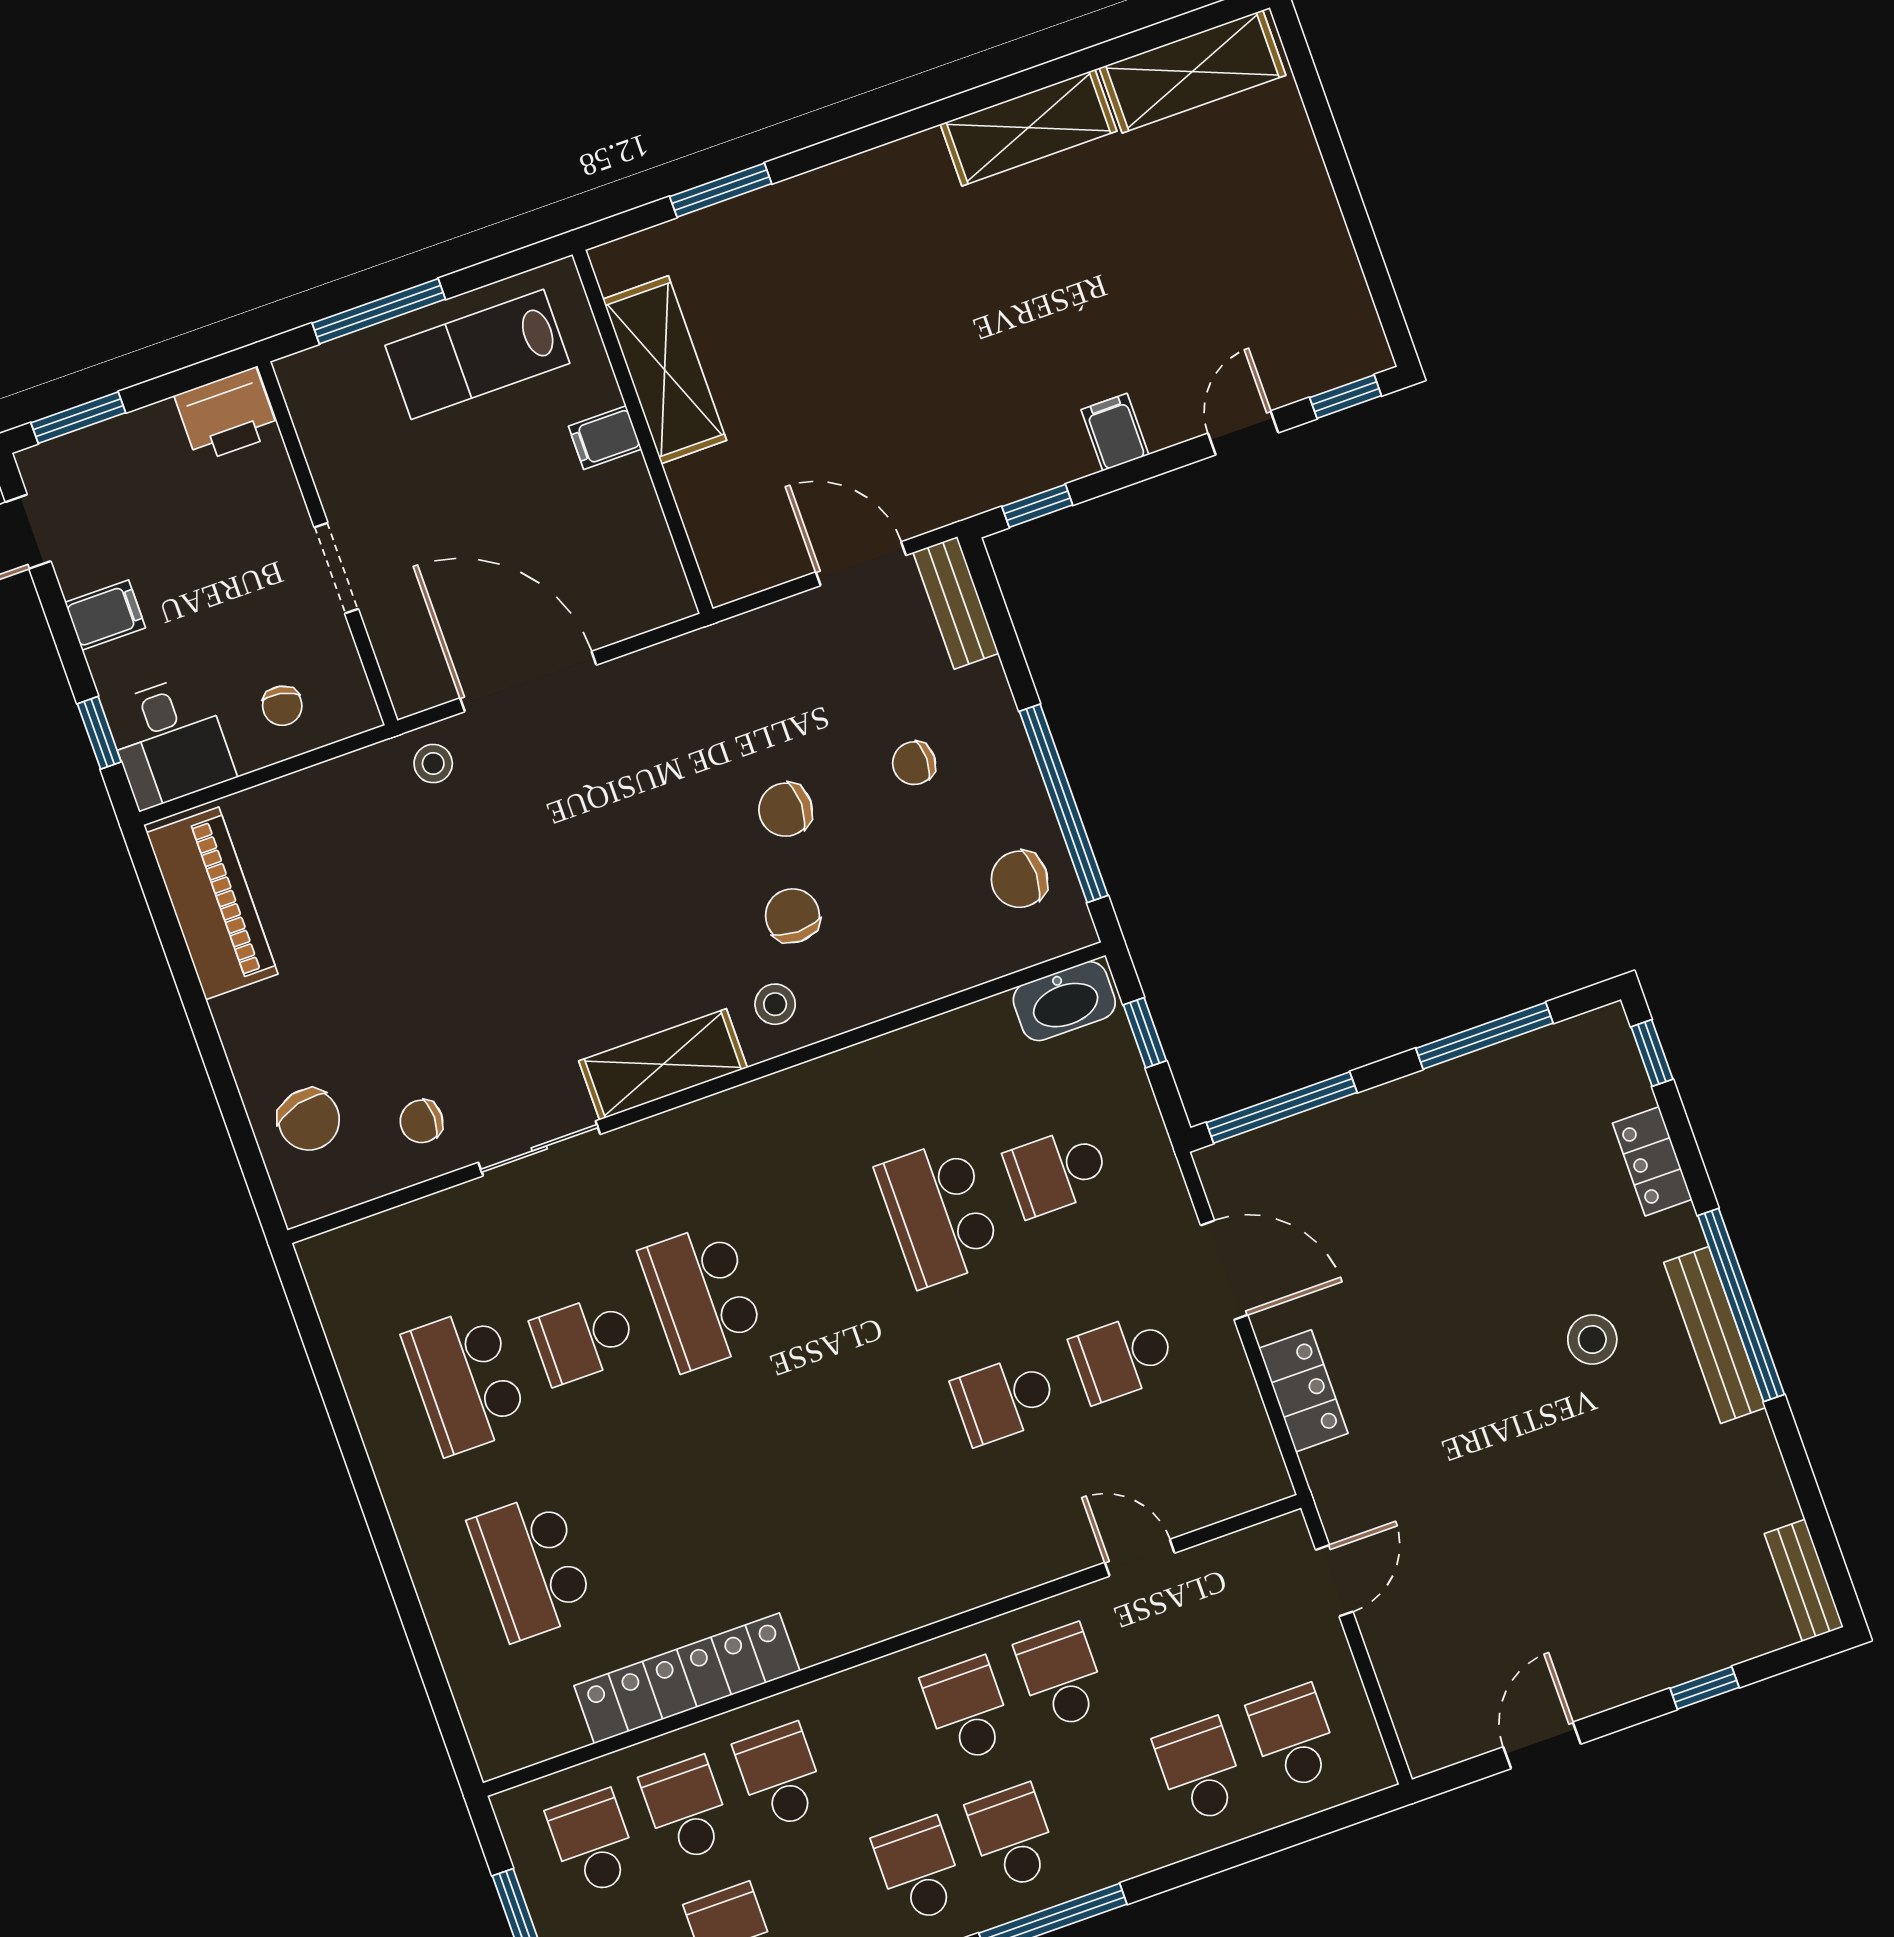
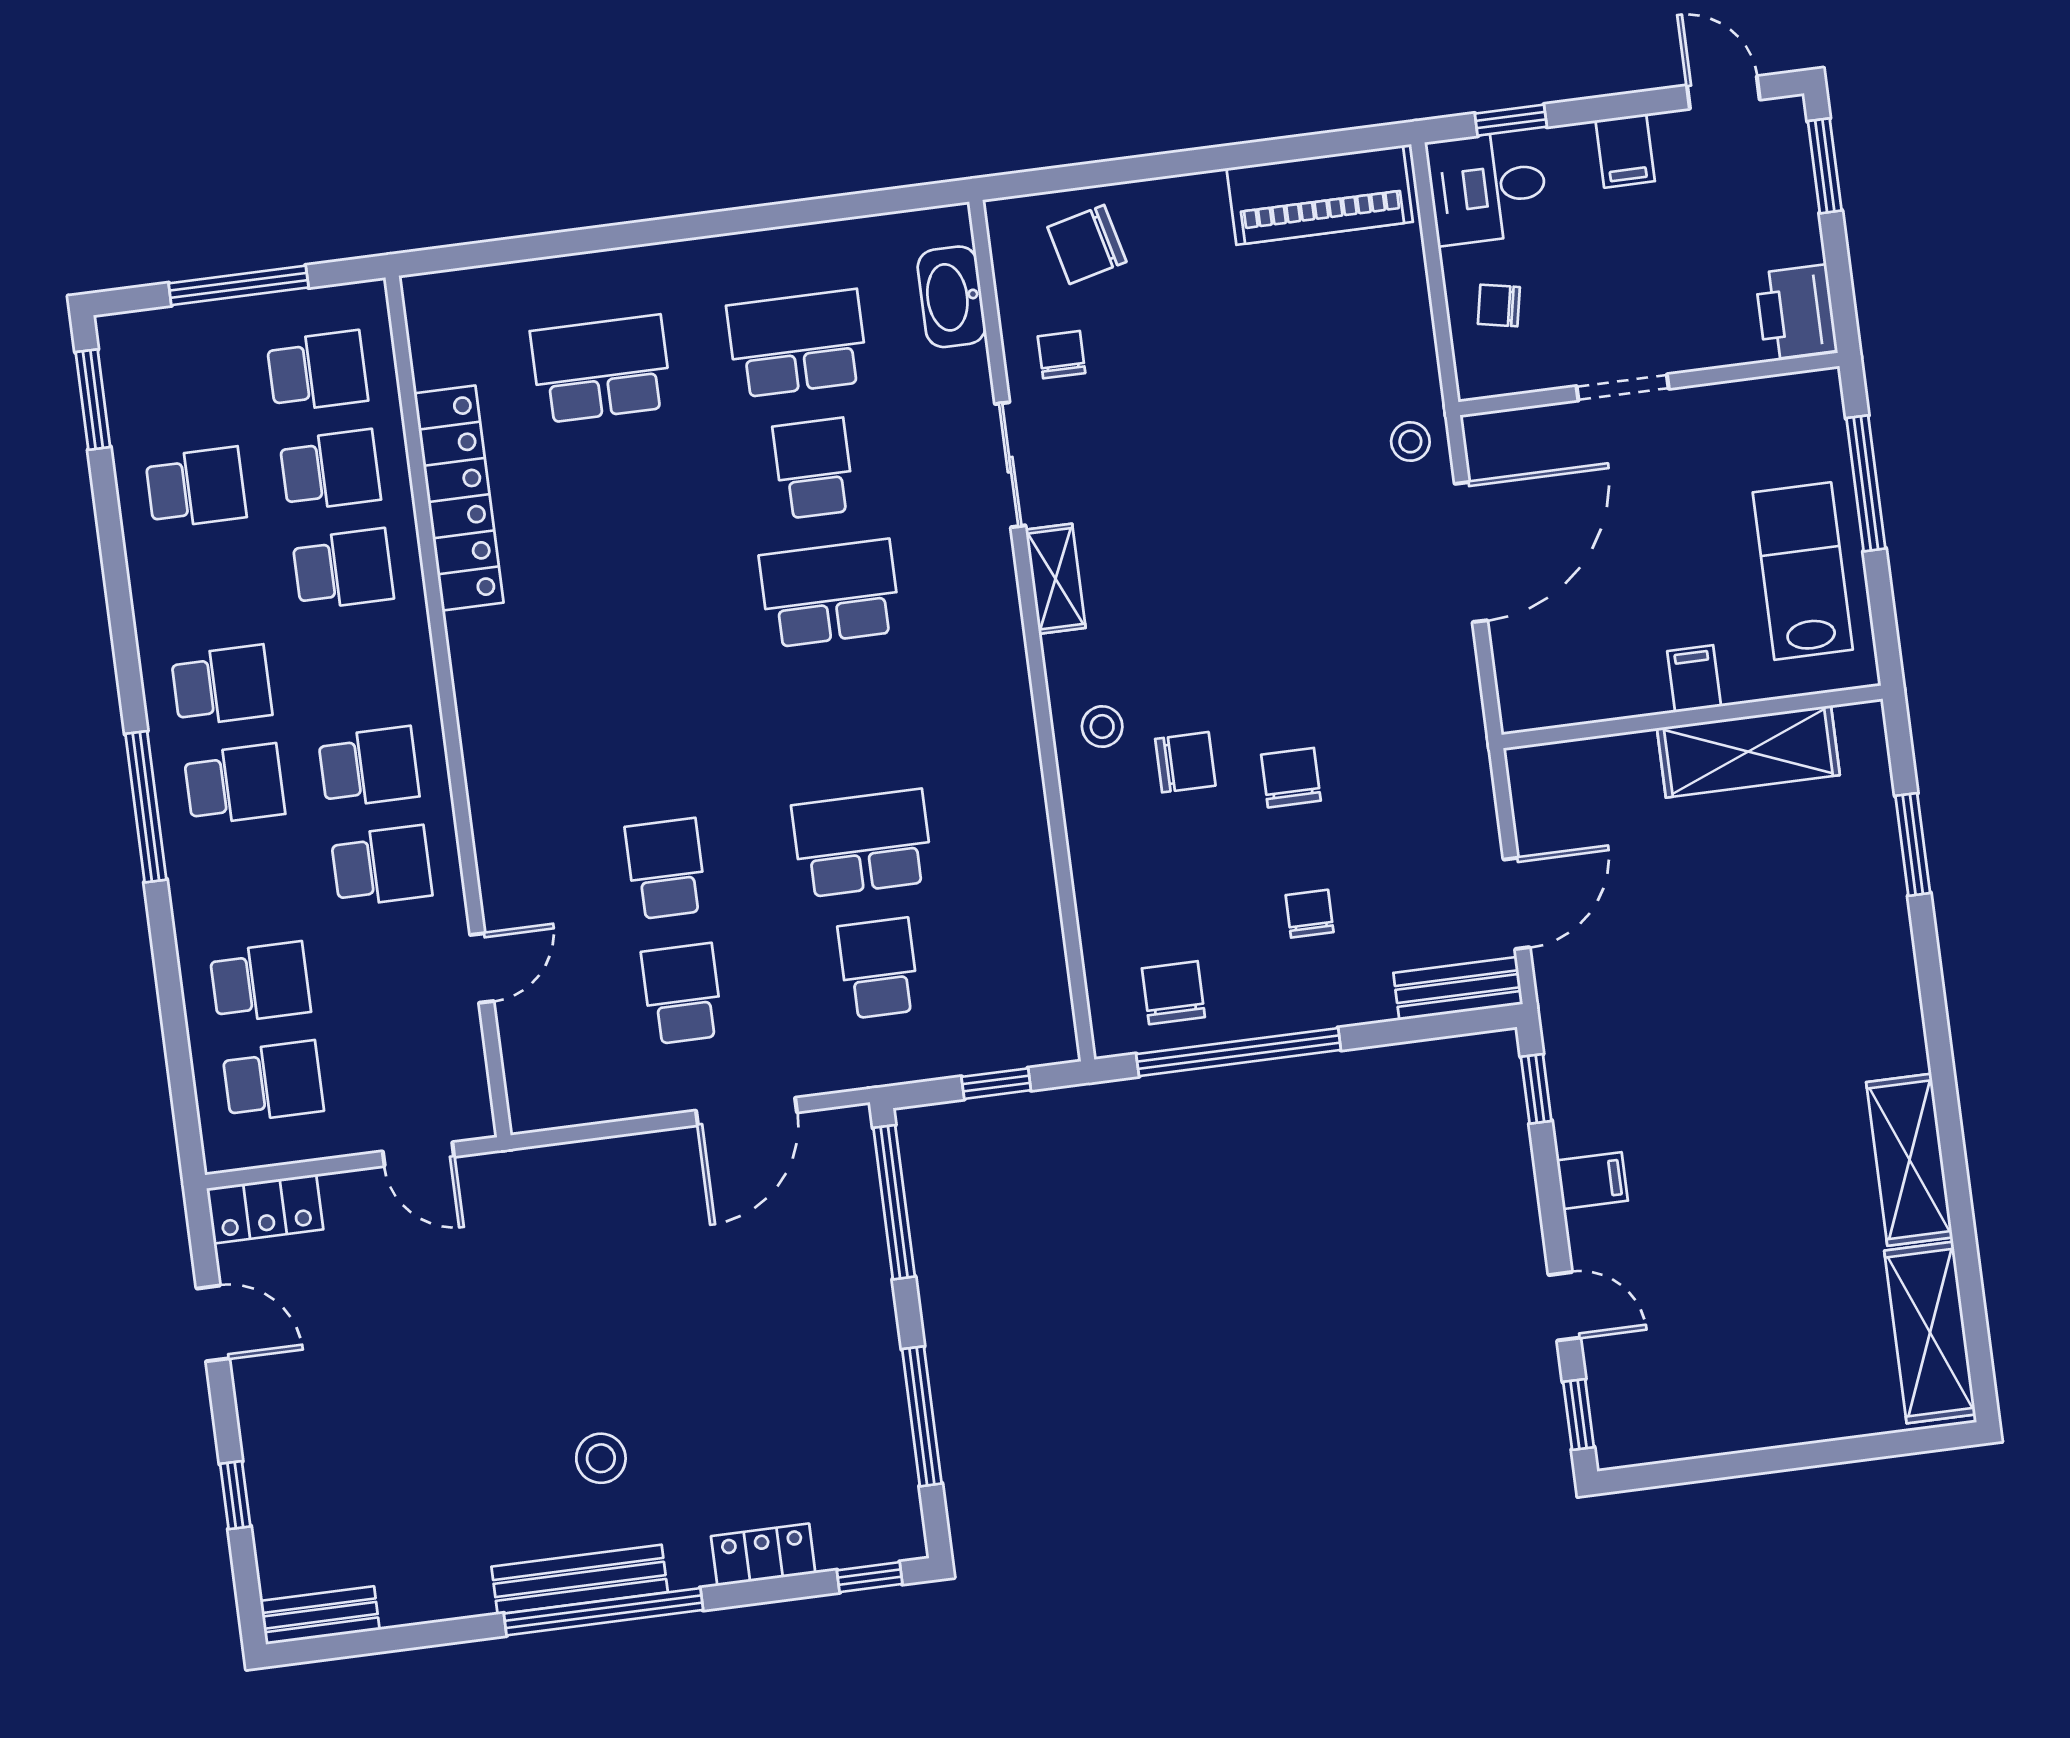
washbasin: (1064, 1001) -> (952, 297), moved
shelving: (663, 1064) -> (1055, 579), width x0.67, depth x0.75
locker: (1303, 1391) -> (265, 1209), moved

